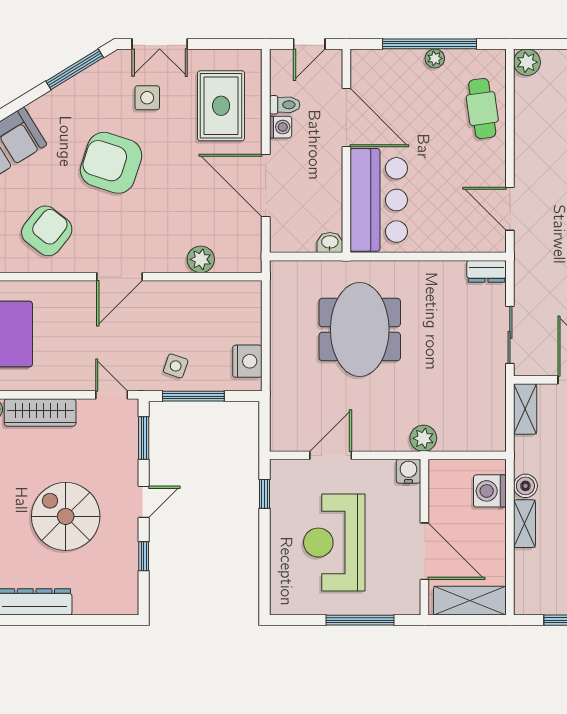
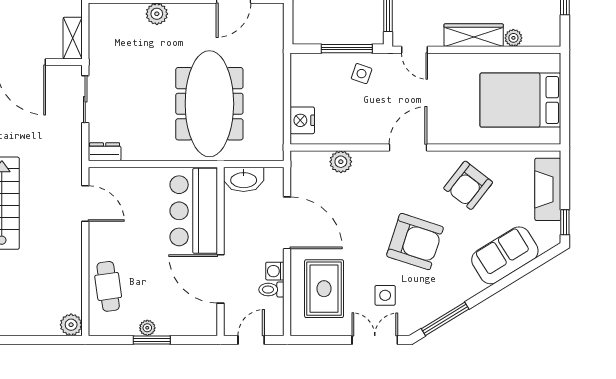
window: (429, 44) -> (152, 340), width x0.47
washbasin: (330, 242) -> (244, 179), width x1.91, depth x1.45
meeting table: (360, 329) -> (209, 104), width x1.36
nightstand: (247, 361) -> (302, 120), moved

